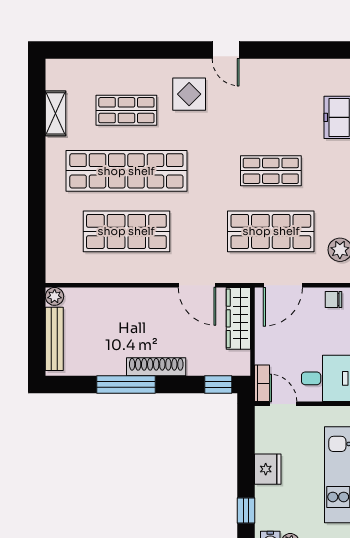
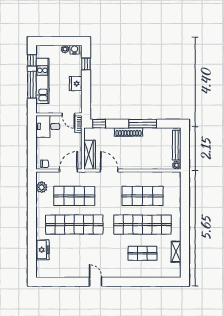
display table: (189, 94) -> (113, 261), removed
shop shelf: (271, 171) -> (74, 225), width x2.00, depth x1.36

